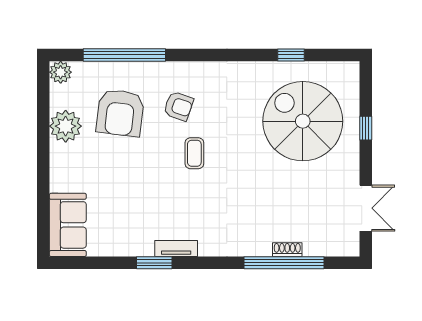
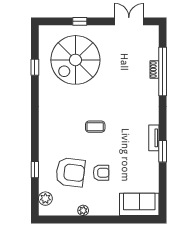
window: (124, 55) -> (35, 170), width x0.32
plant: (61, 72) -> (45, 199), moved
armchair: (178, 106) -> (101, 173), moved, turned 71
plant: (66, 126) -> (83, 210), width x0.53, depth x0.53

